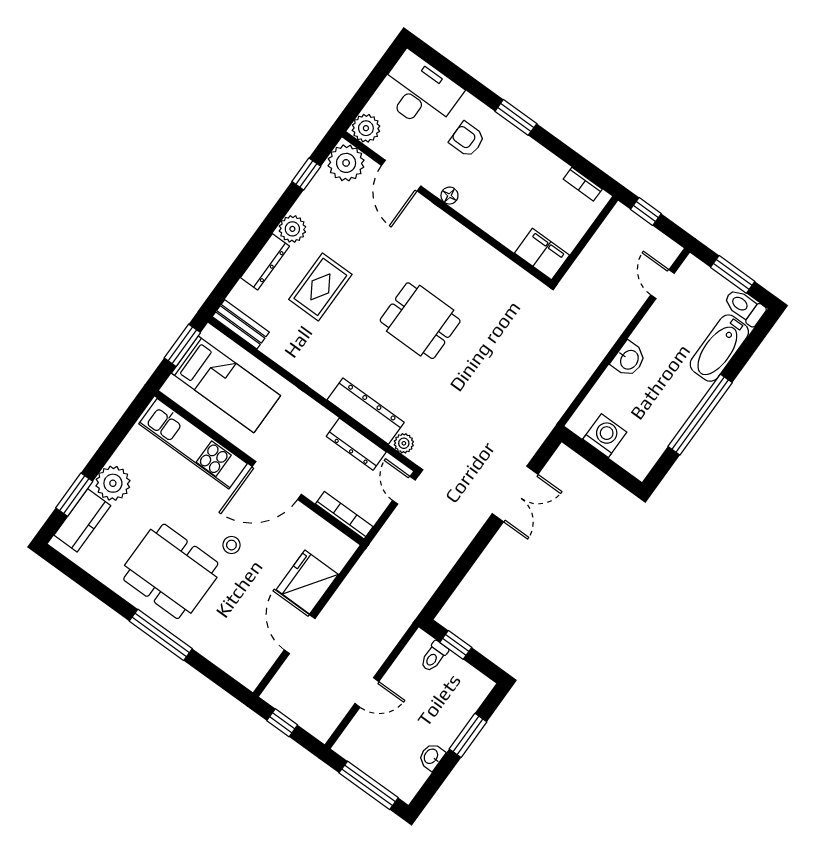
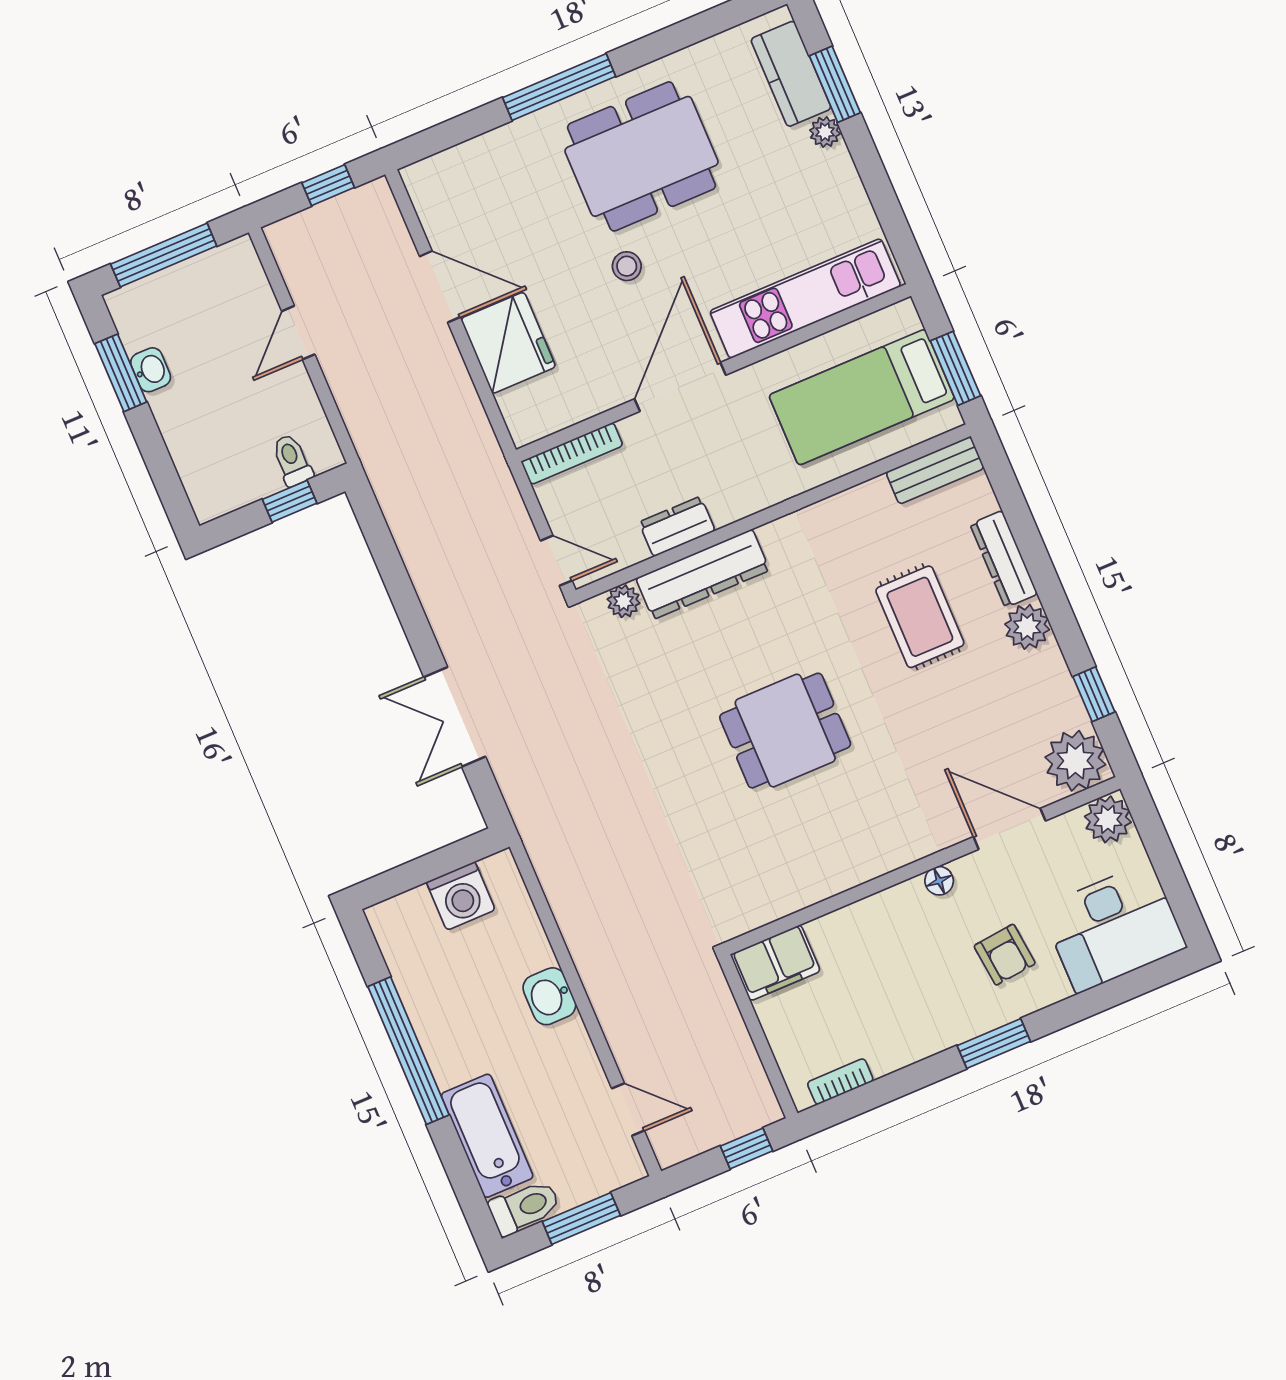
armchair: (467, 139) -> (1005, 955), turned 84
dresser: (356, 444) -> (677, 526), width x0.70
plant: (113, 483) -> (825, 132), width x0.53, depth x0.53
window: (468, 735) -> (121, 373), moved

